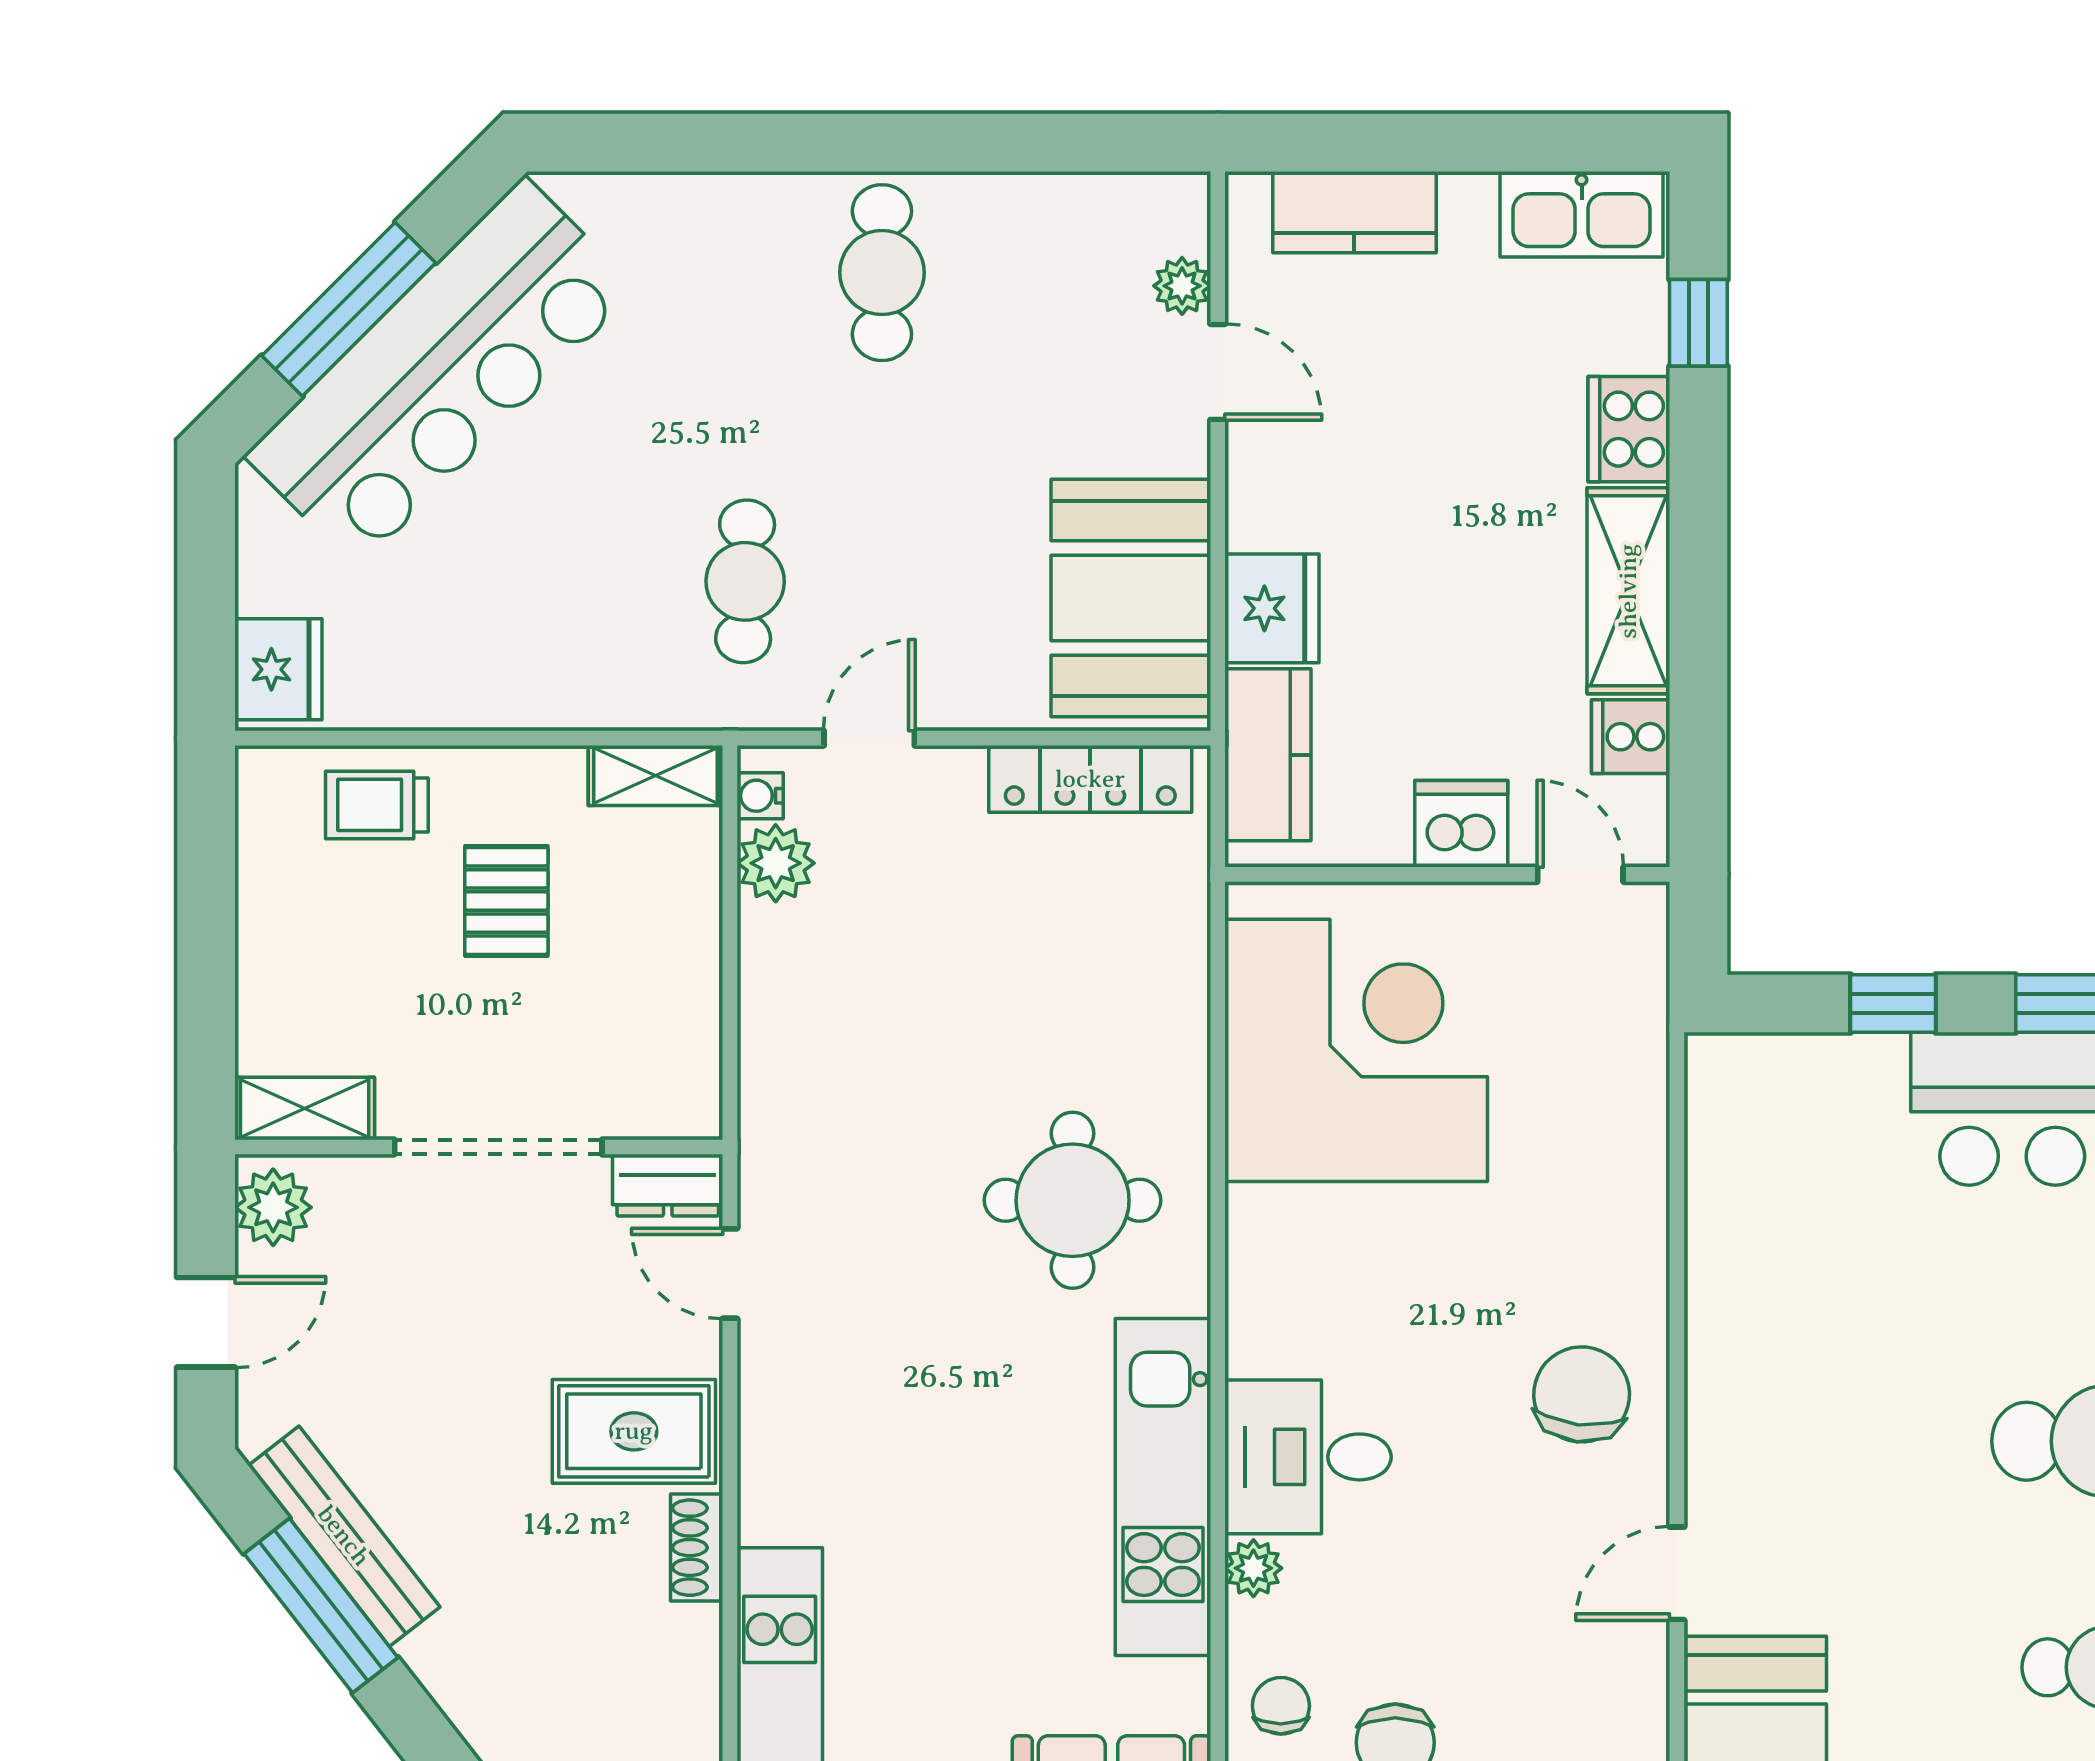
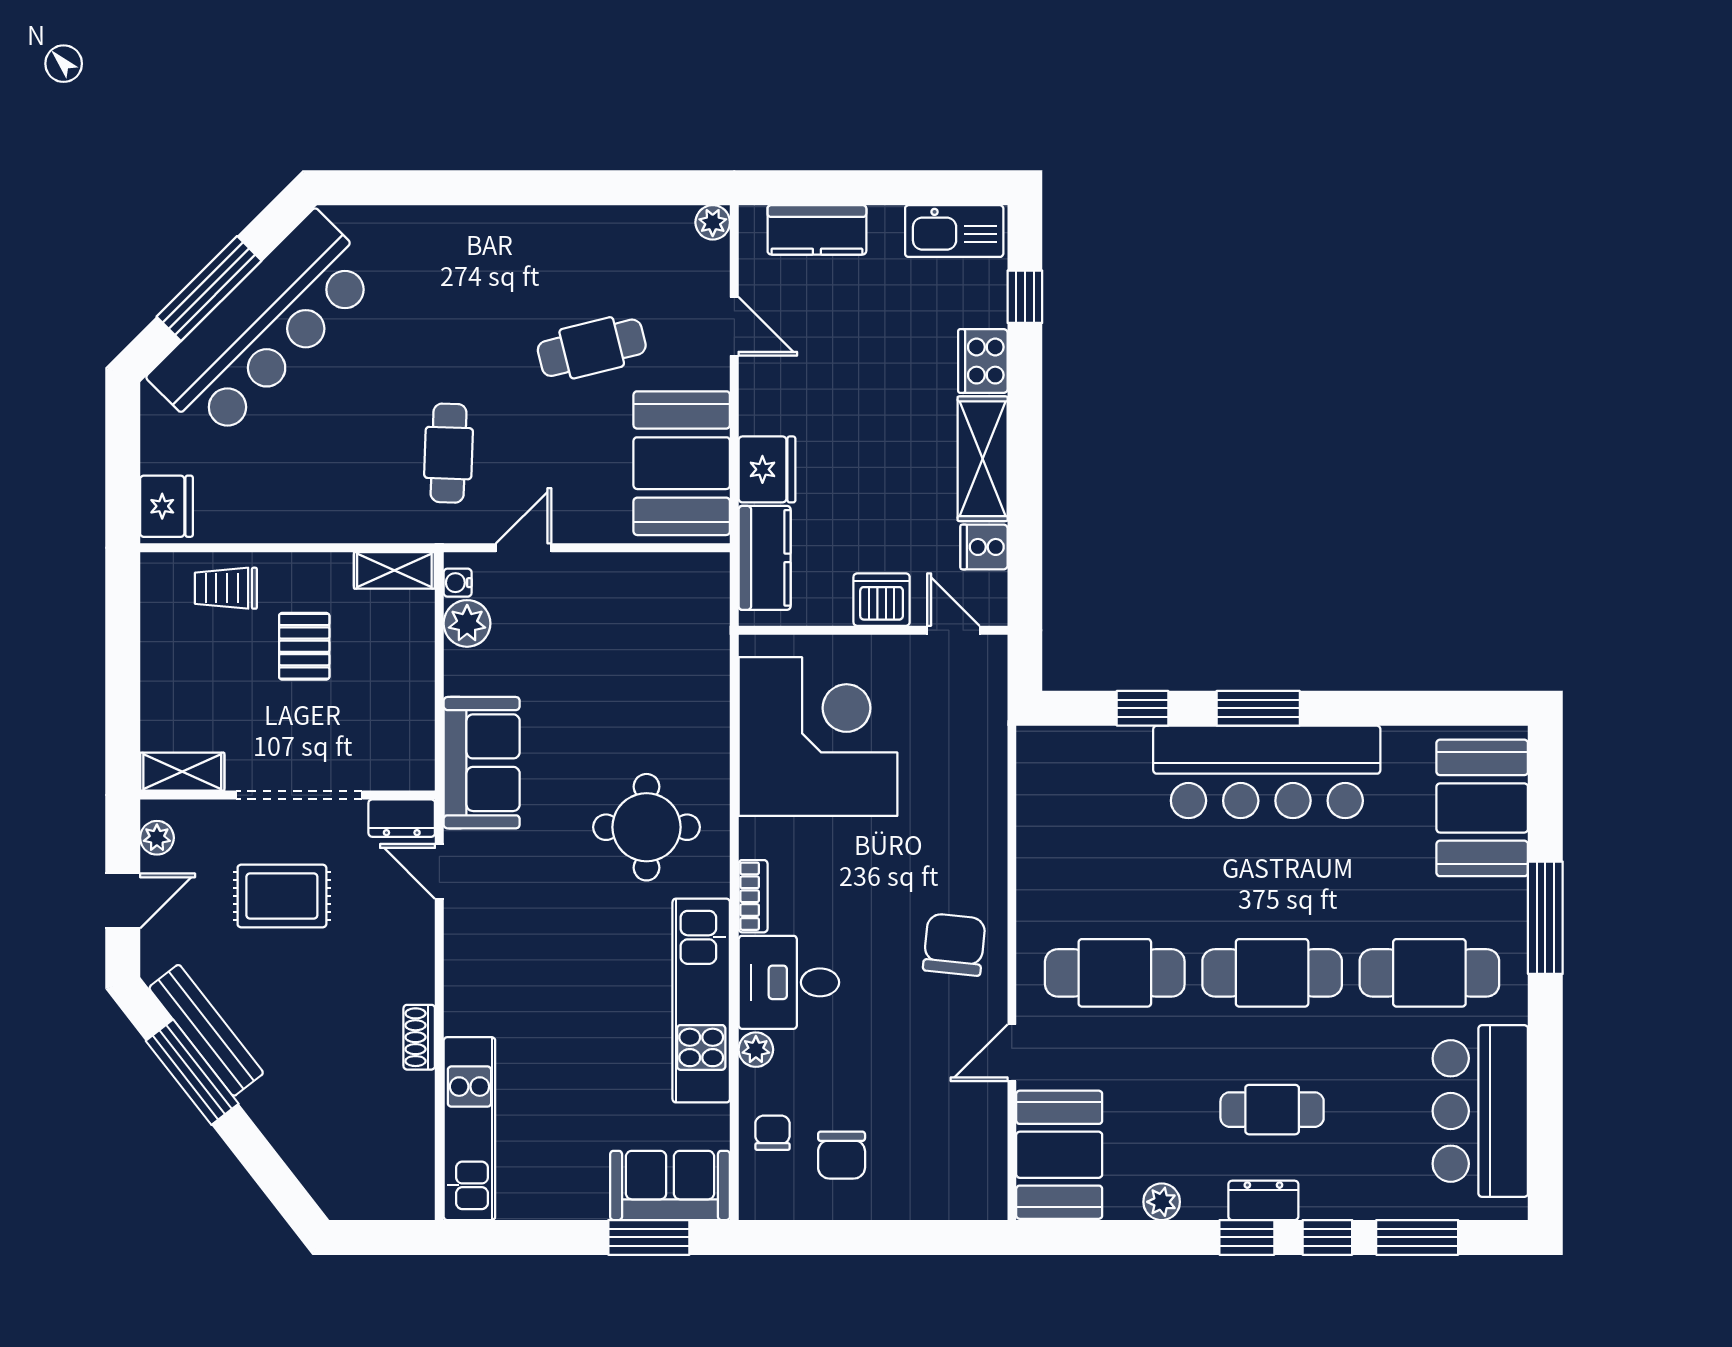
cafe table: (882, 273) -> (592, 348), moved, turned 76
plant: (1182, 286) -> (713, 222), moved
locker: (1090, 779) -> (657, 572), removed
sofa: (800, 1094) -> (482, 763), added
plant: (273, 1207) -> (157, 838), width x0.73, depth x0.73
bookcase: (1249, 1314) -> (753, 896), added
rug: (634, 1431) -> (282, 896), moved
cafe table: (1847, 1441) -> (1115, 973), added

